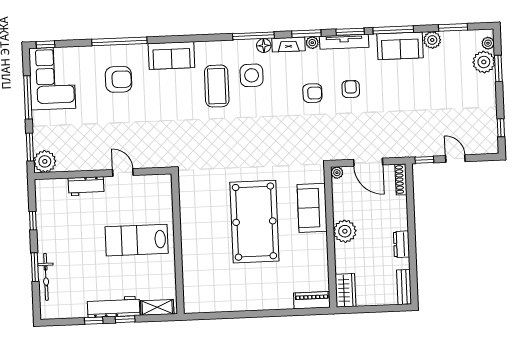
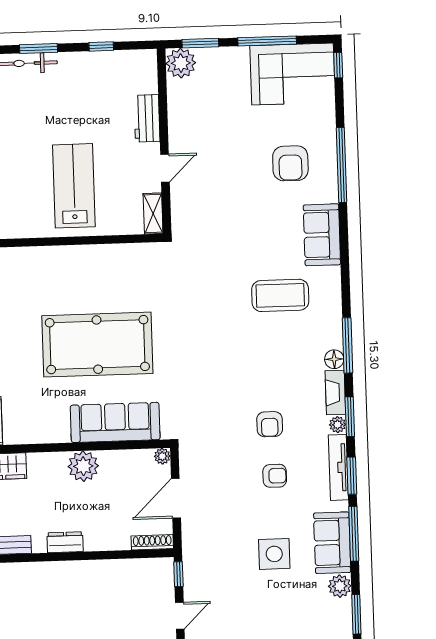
side table: (252, 75) -> (274, 554), moved
shelving: (157, 181) -> (153, 214), added
sofa: (312, 208) -> (115, 422), width x1.36

